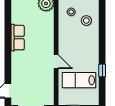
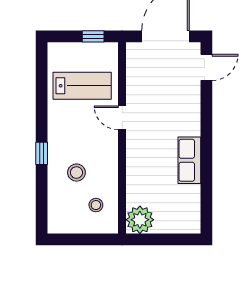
stool: (86, 21) -> (76, 173), moved
window: (102, 71) -> (42, 153), moved

